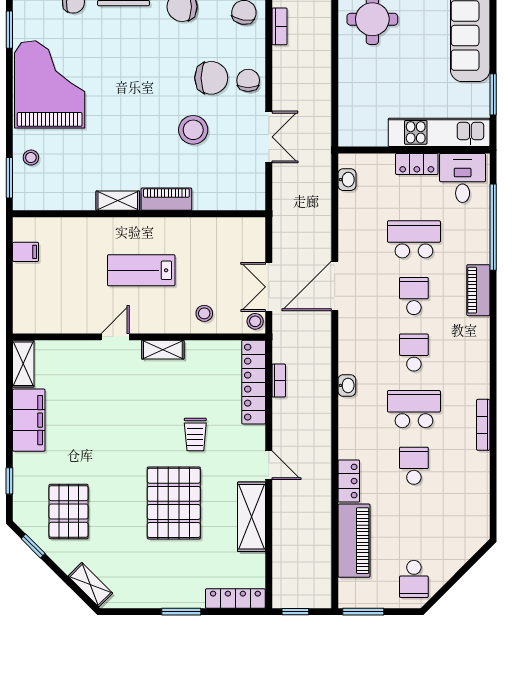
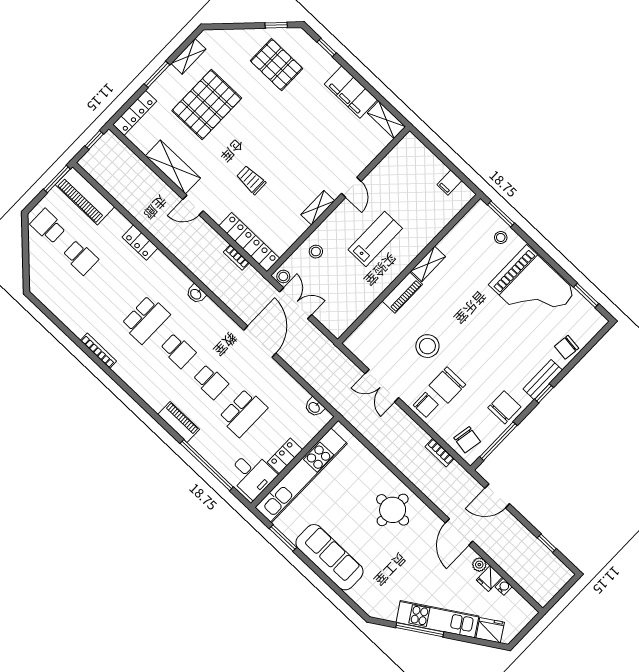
kitchen unit: (439, 132) -> (301, 475), width x1.36
school desk: (414, 466) -> (80, 257), moved
pallet: (174, 503) -> (207, 104), moved, turned 90
piano: (354, 541) -> (85, 196), moved
shelving: (90, 585) -> (189, 56), moved, turned -45

